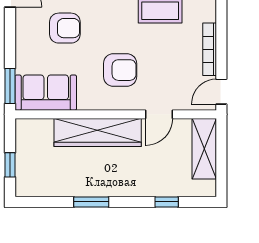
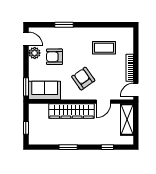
plant: (26, 21) -> (35, 53), added
armchair: (65, 28) -> (55, 57), turned 180
armchair: (120, 70) -> (83, 79), turned -125

